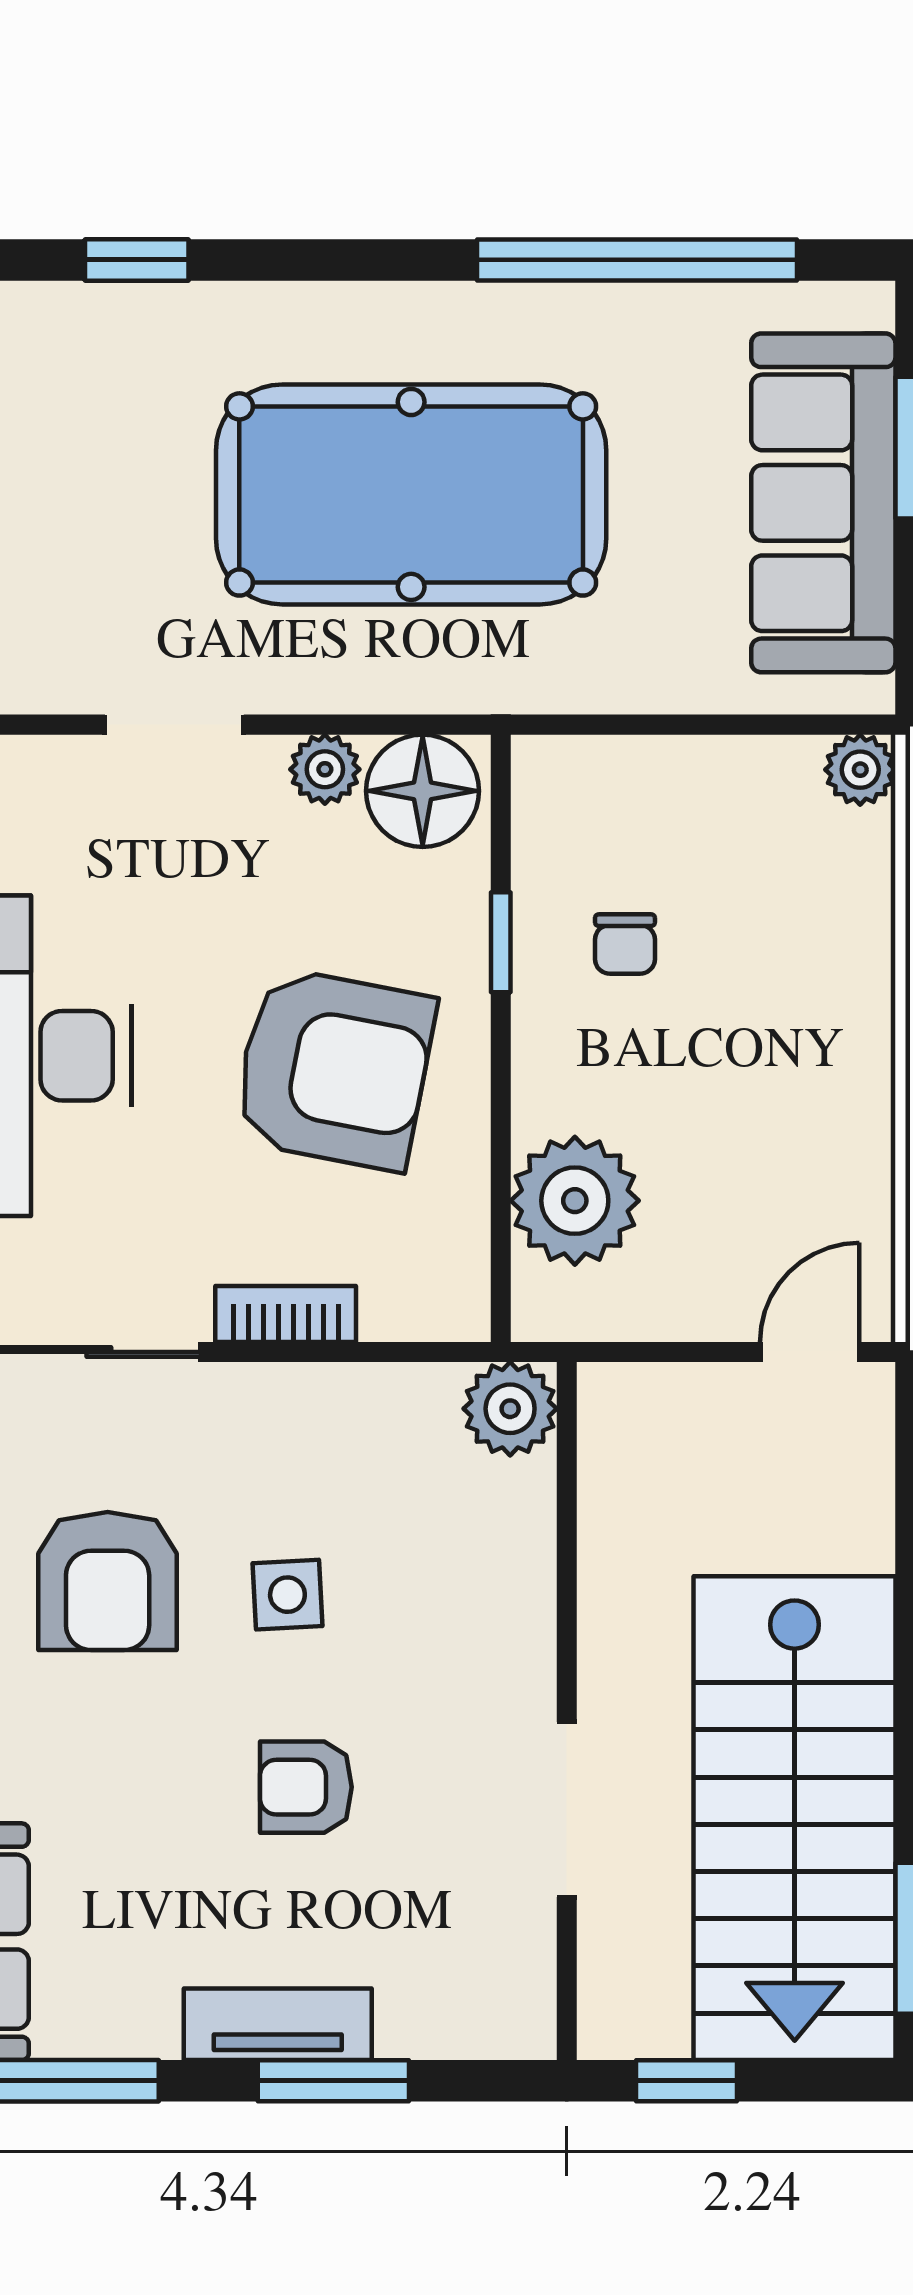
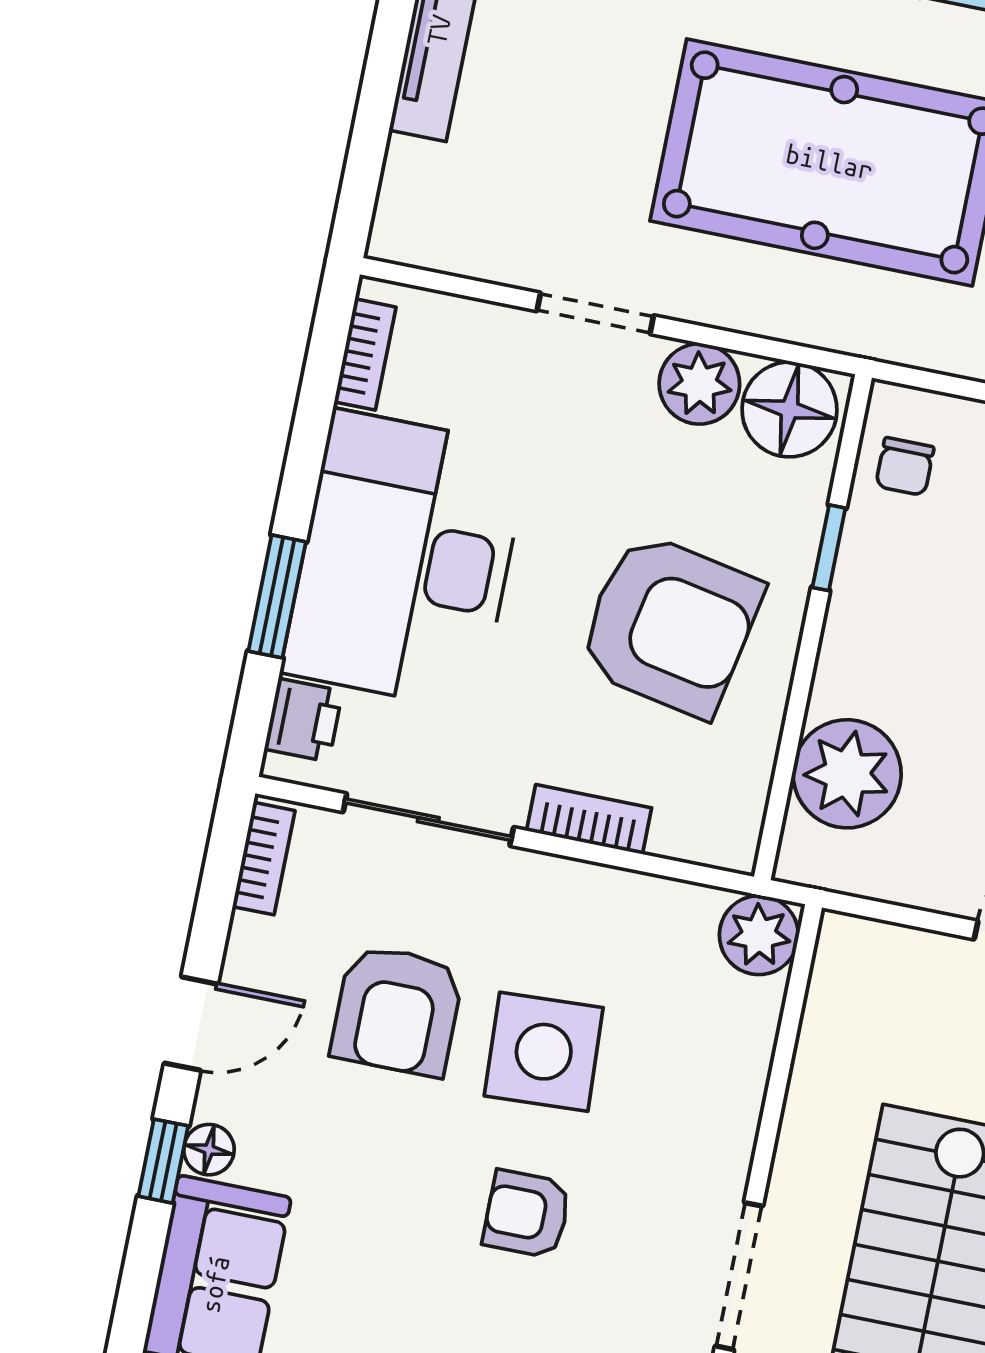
plant: (325, 769) -> (699, 384), width x1.38, depth x1.38
chair: (625, 944) -> (905, 467), moved
side table: (287, 1595) -> (544, 1052), width x1.87, depth x1.87

